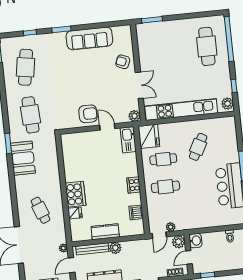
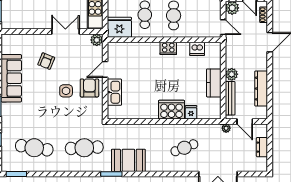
armchair: (123, 62) -> (46, 61), moved
side table: (83, 92) -> (66, 91), added
kitchen sink: (128, 140) -> (114, 92), moved, turned -90
plant: (171, 227) -> (216, 14), removed

